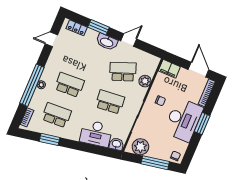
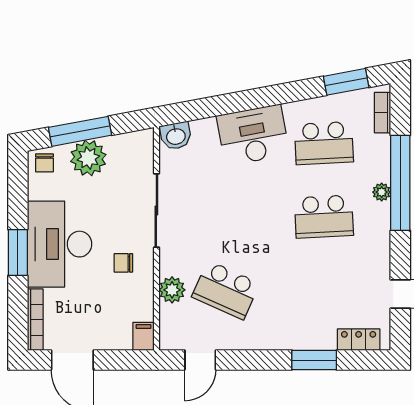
door: (129, 40) -> (200, 360), moved
washbasin: (107, 42) -> (284, 337), removed
filing cabinet: (169, 69) -> (143, 336), width x0.50
school desk: (123, 72) -> (226, 290), turned 45
school desk: (110, 102) -> (226, 217), removed
desk: (96, 133) -> (253, 135), moved
window: (49, 139) -> (346, 82), moved
plant: (140, 147) -> (88, 158), moved

